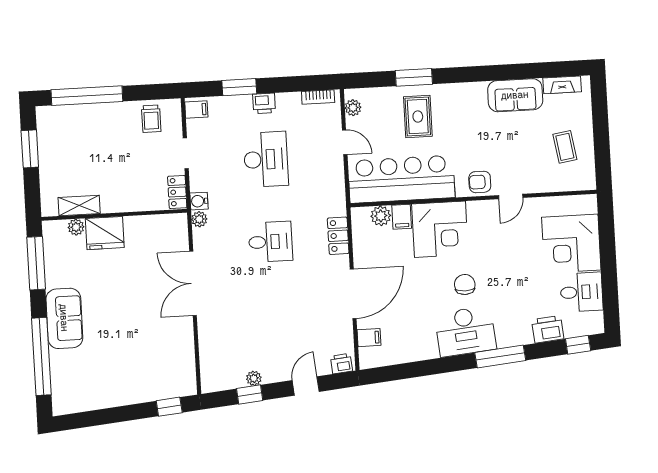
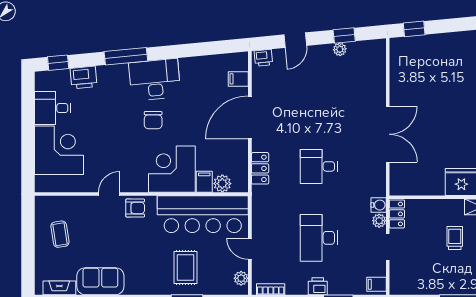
trolley: (151, 119) -> (455, 238), moved
plant: (199, 219) -> (379, 221), moved

